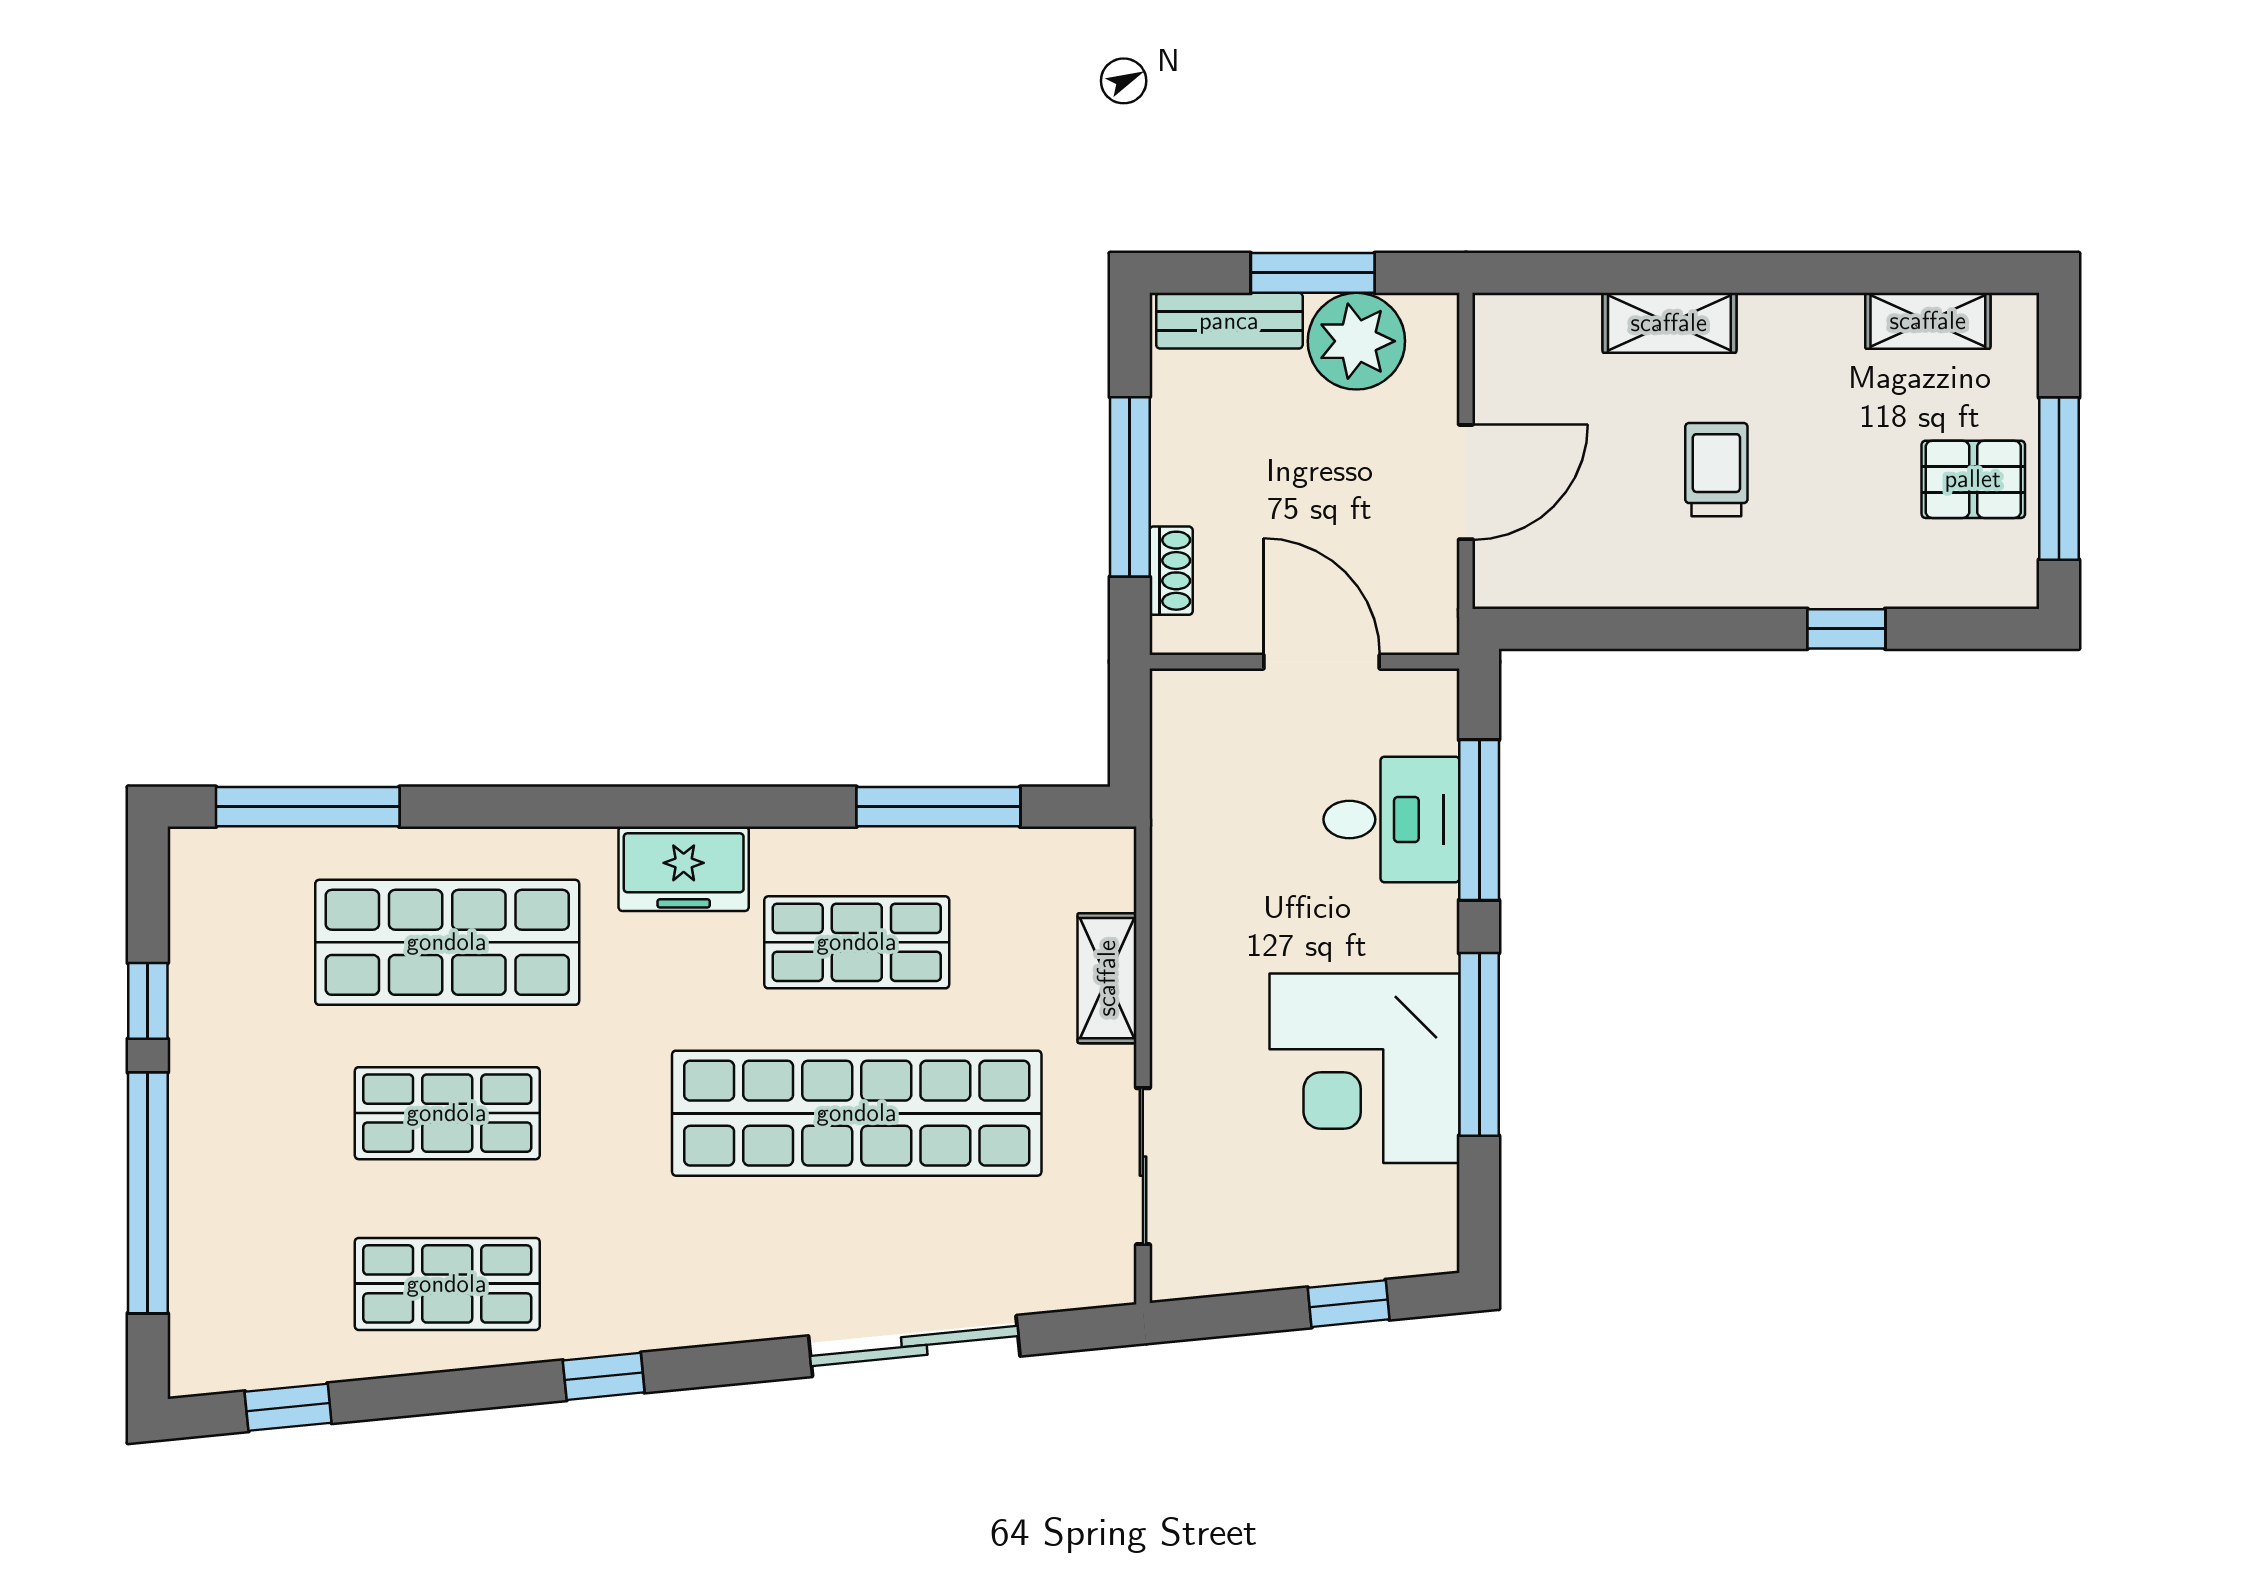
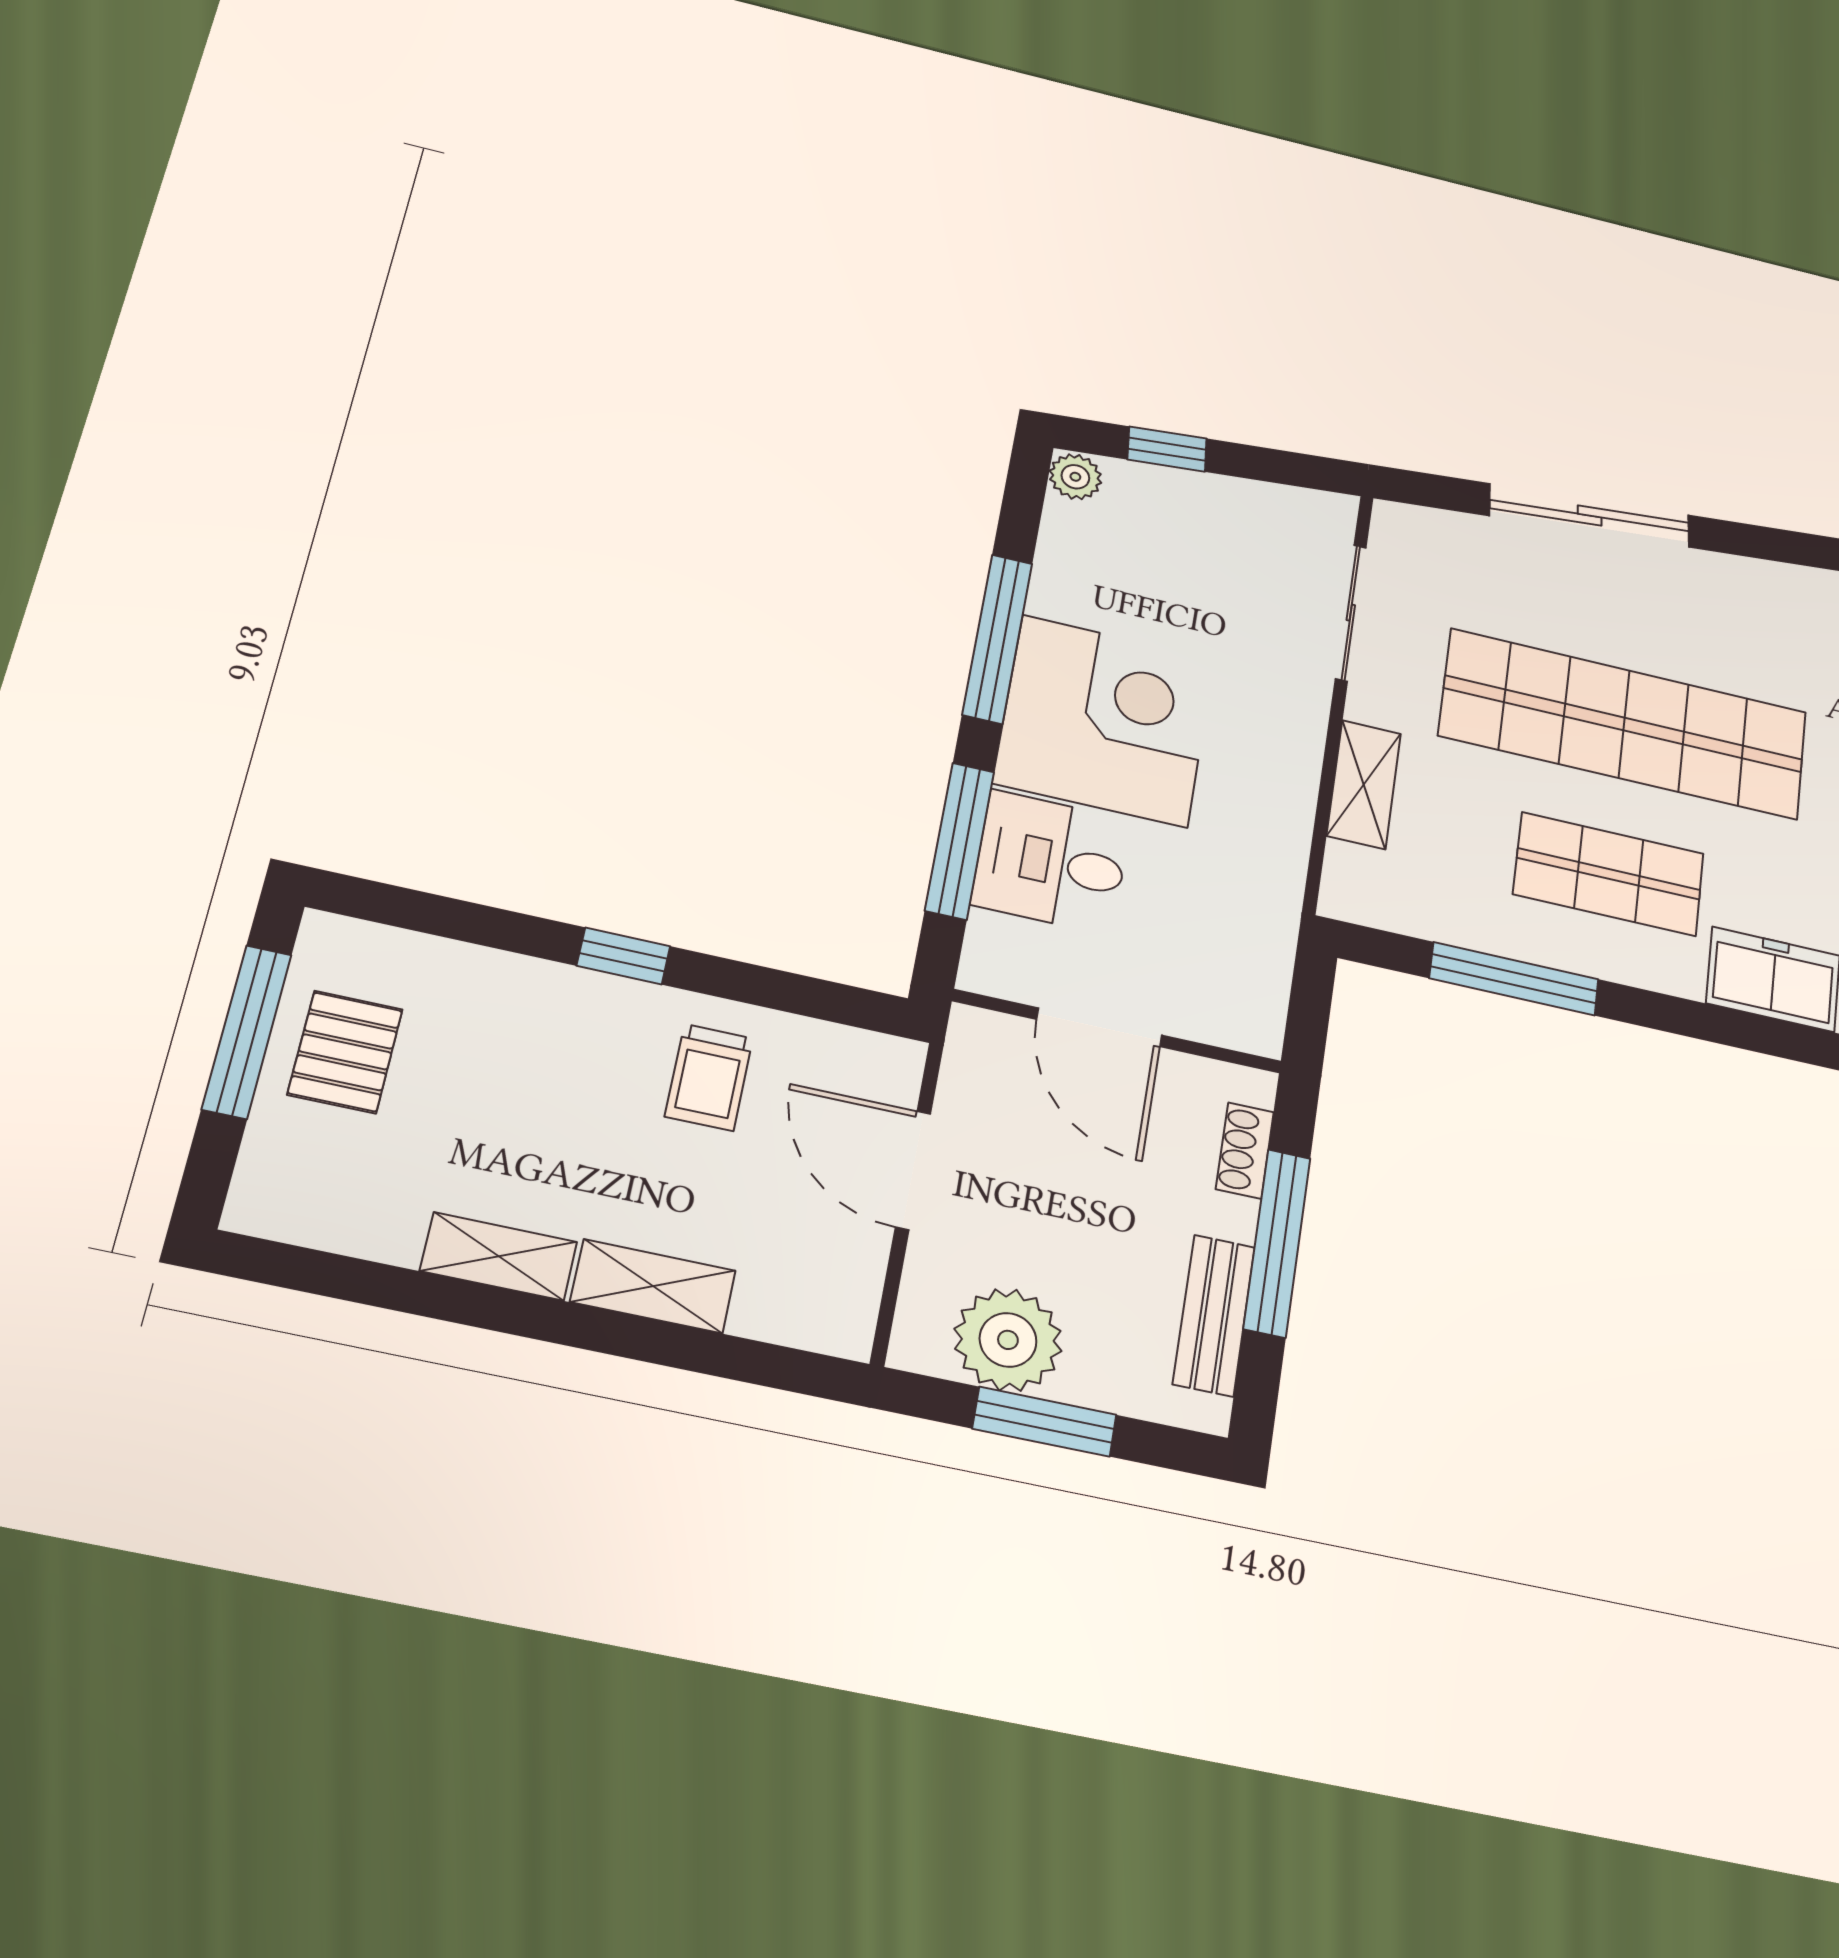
bench: (1229, 321) -> (1214, 1315), moved, turned 90
shelving: (1928, 321) -> (499, 1256), moved
trolley: (1716, 470) -> (709, 1077), moved
pallet: (1973, 479) -> (345, 1052), turned 90
door: (1466, 482) -> (913, 1170), hinge flipped
window: (1846, 629) -> (623, 956), moved
corner desk: (1364, 1068) -> (1105, 721), moved
plant: (1433, 1246) -> (1075, 477), added

